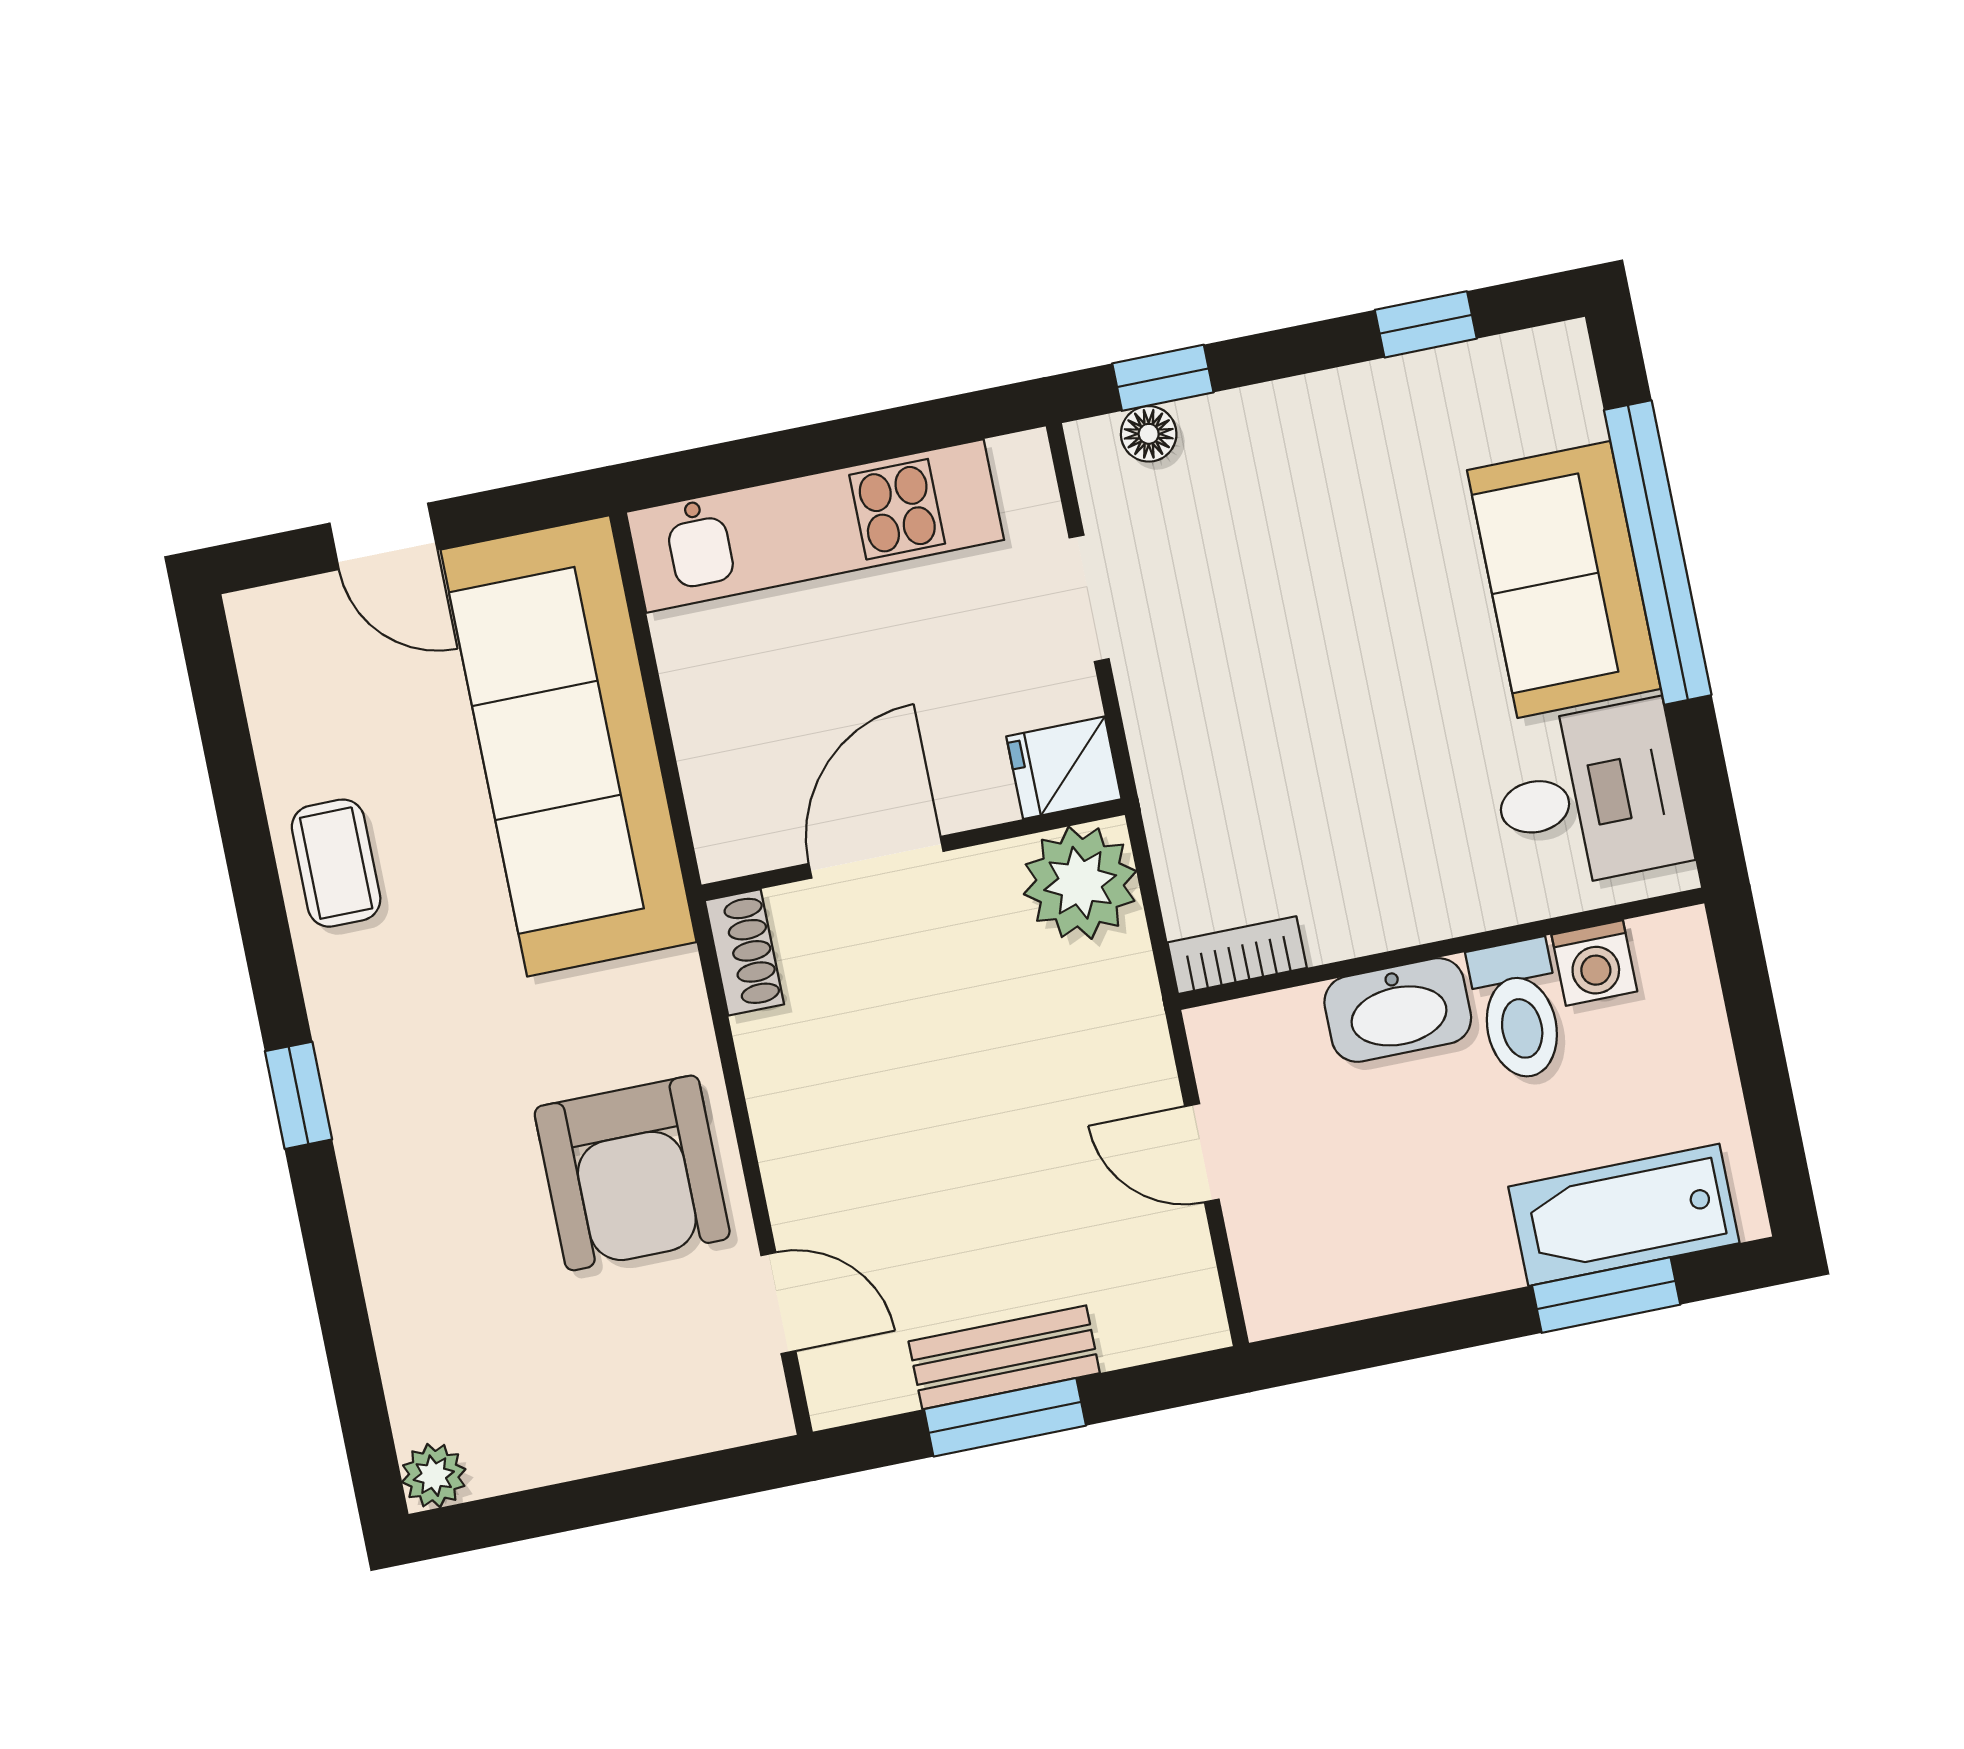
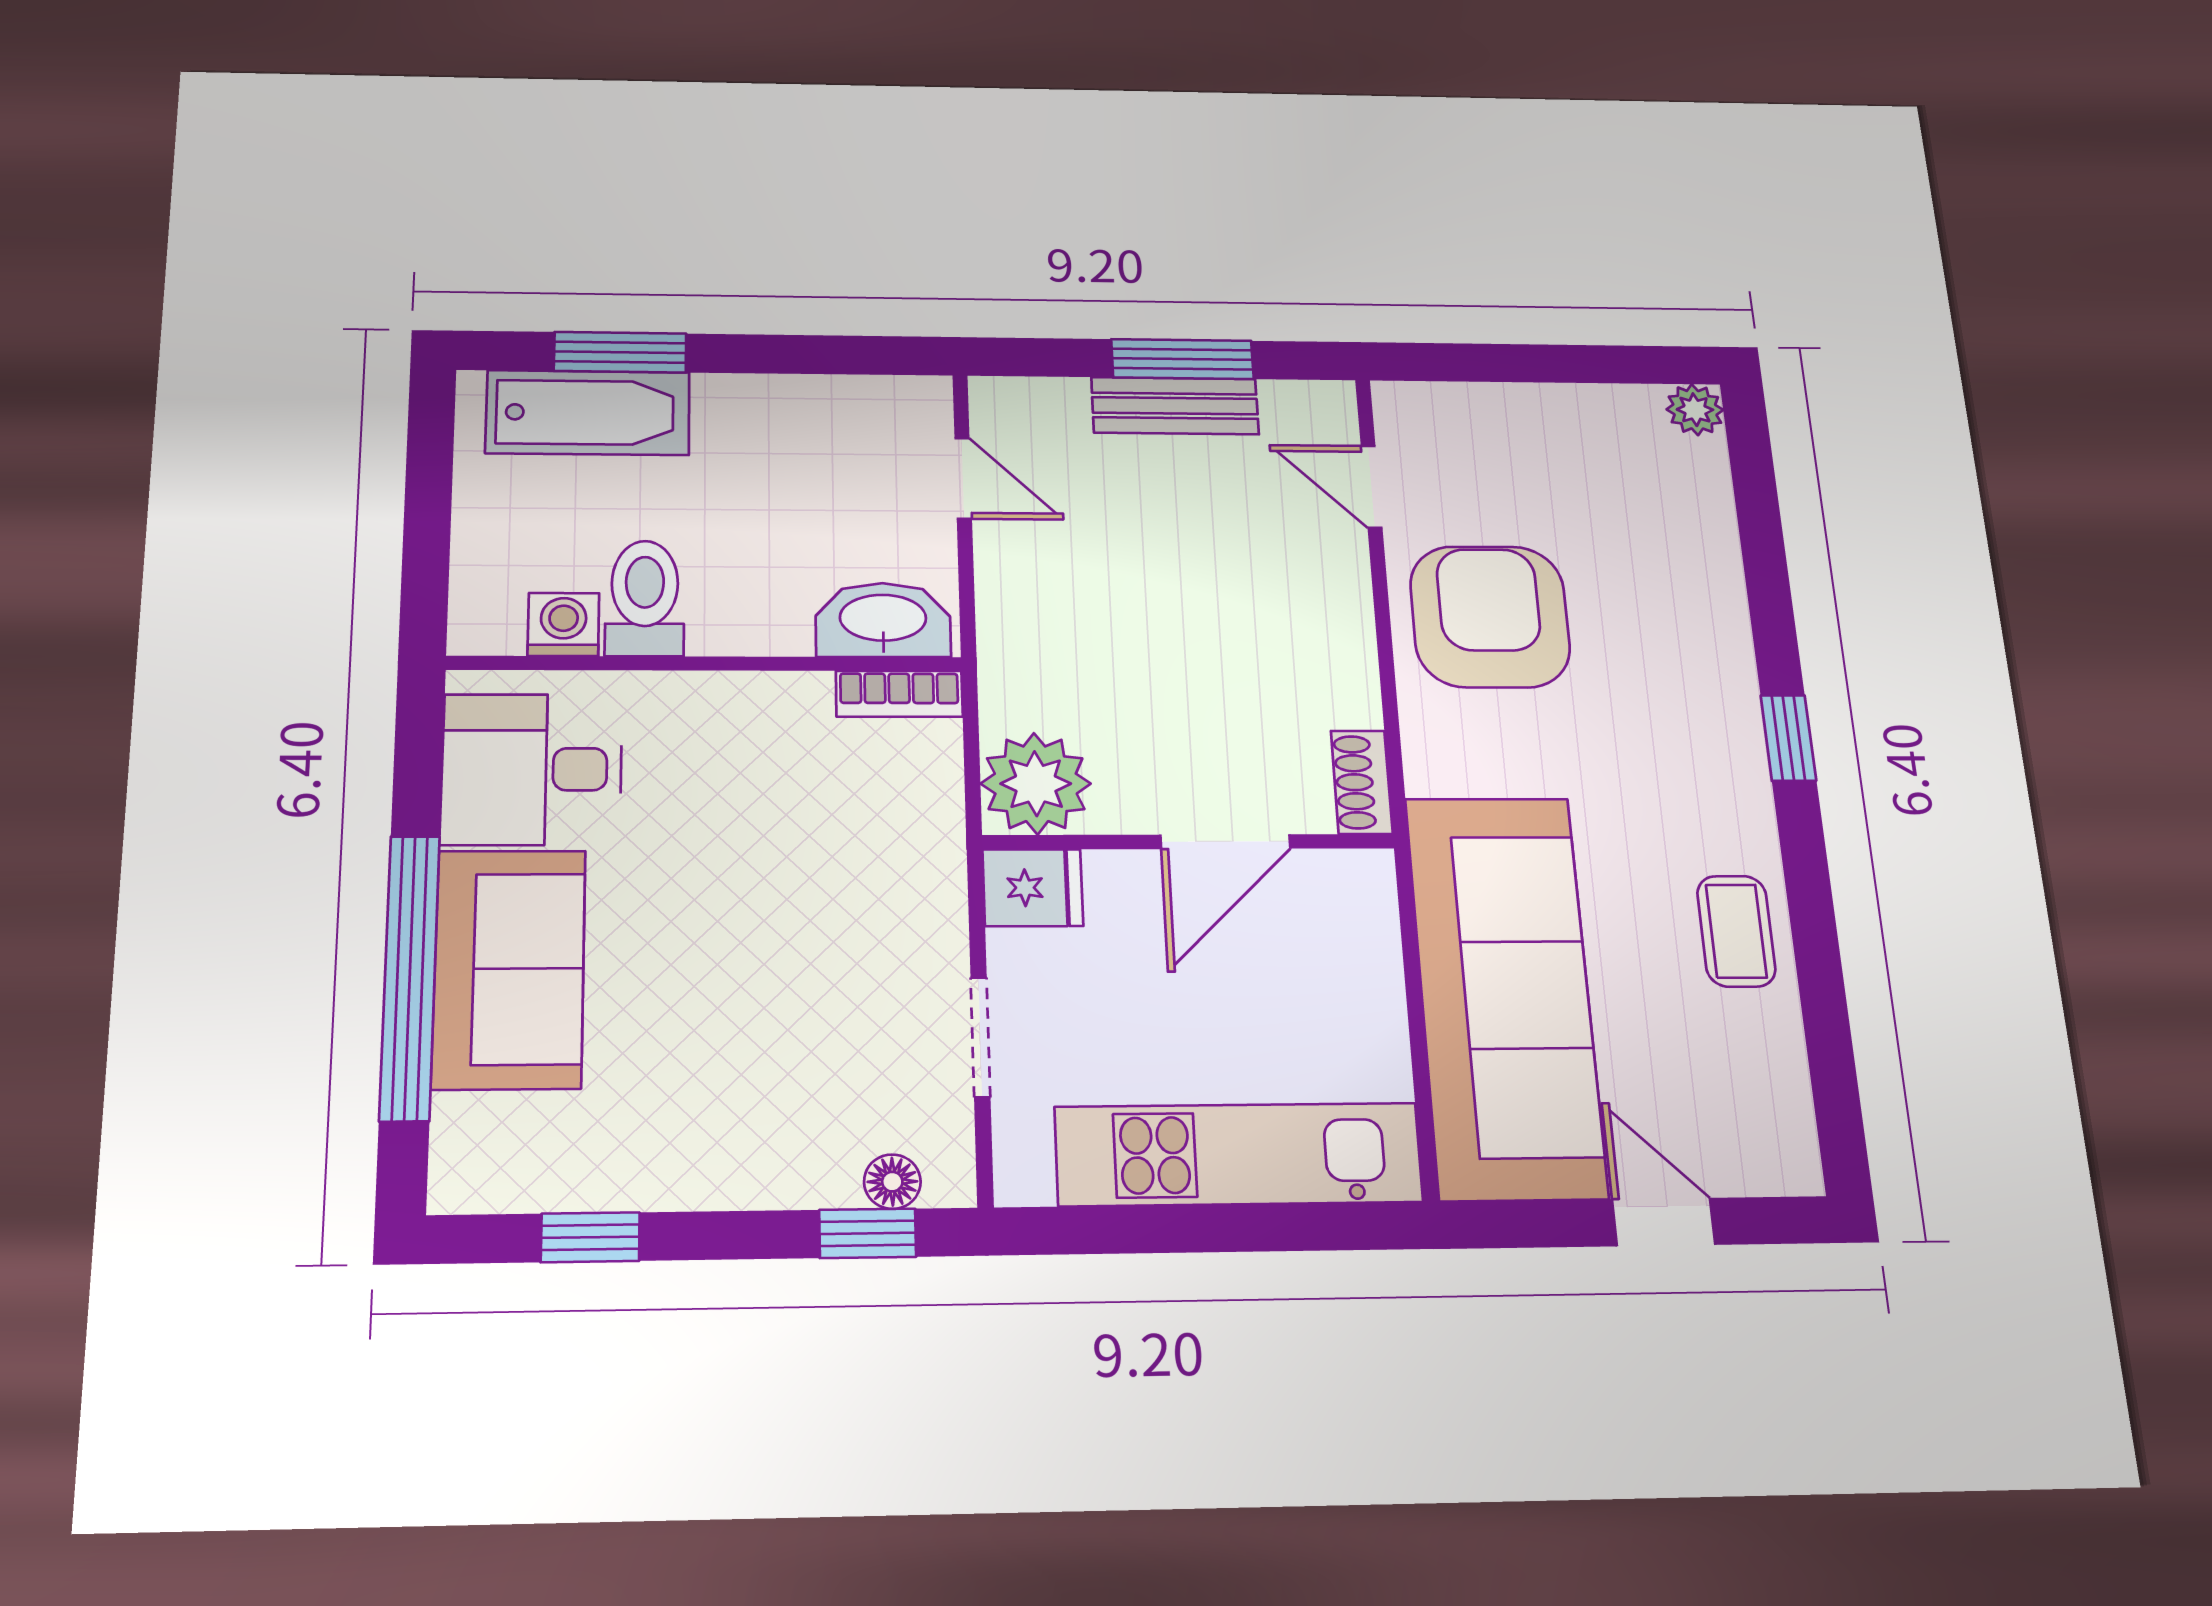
washbasin: (1398, 1010) -> (883, 620), moved
door: (1202, 1153) -> (963, 478), moved

